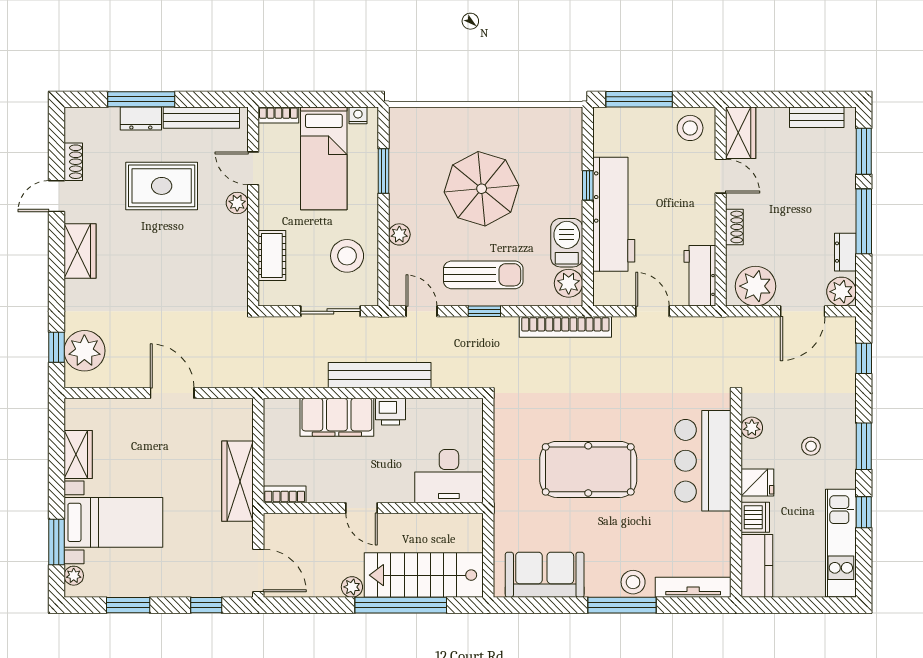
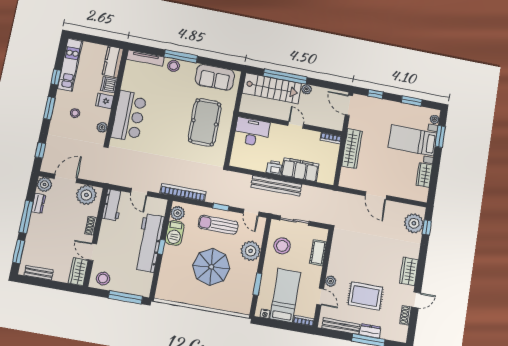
window: (588, 185) -> (161, 247), moved
plant: (399, 234) -> (251, 251), width x1.88, depth x1.88
pool table: (588, 469) -> (205, 122), moved, turned 90

